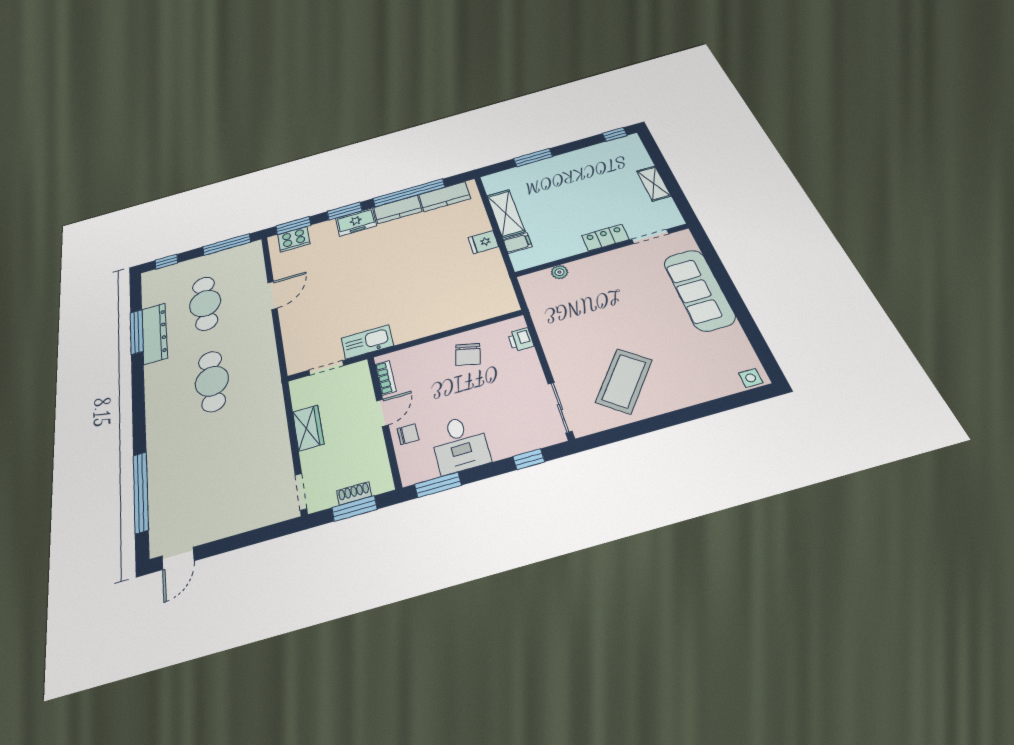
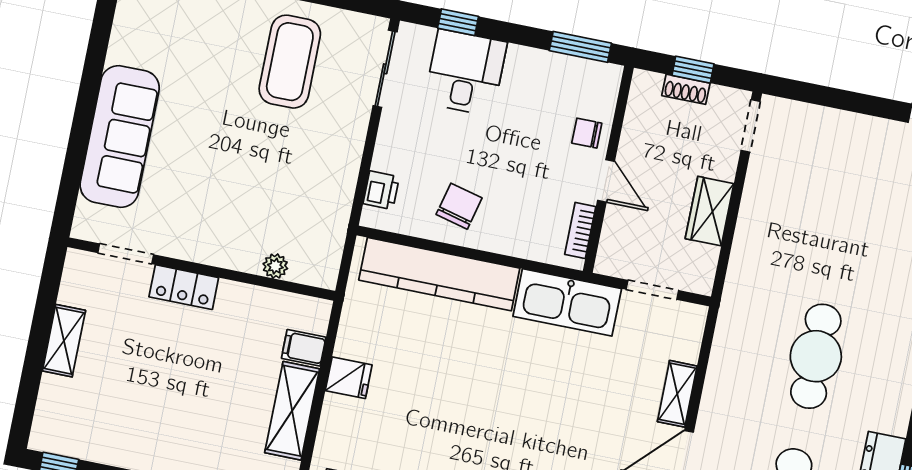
kitchen counter: (460, 314) -> (439, 274), added
shelving: (289, 323) -> (677, 394), added
kitchen sink: (367, 342) -> (567, 302), width x1.36, depth x1.24
coffee table: (624, 381) -> (290, 62), turned -39
door: (382, 413) -> (606, 181), swing flipped
desk: (460, 444) -> (465, 73), moved
window: (354, 508) -> (693, 70), width x0.67

